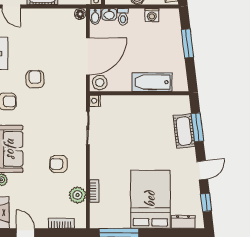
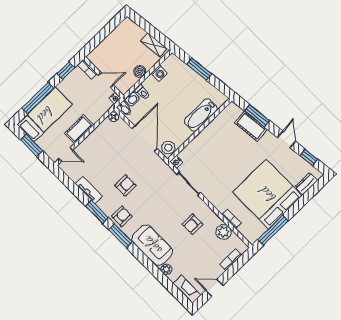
armchair: (35, 79) -> (125, 185), turned 90
bed: (150, 199) -> (267, 194), width x1.36

